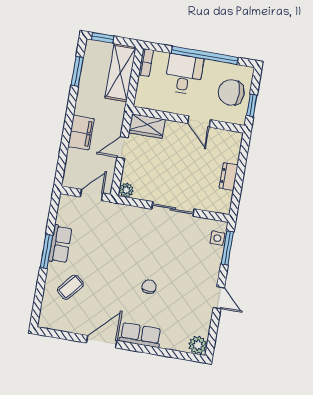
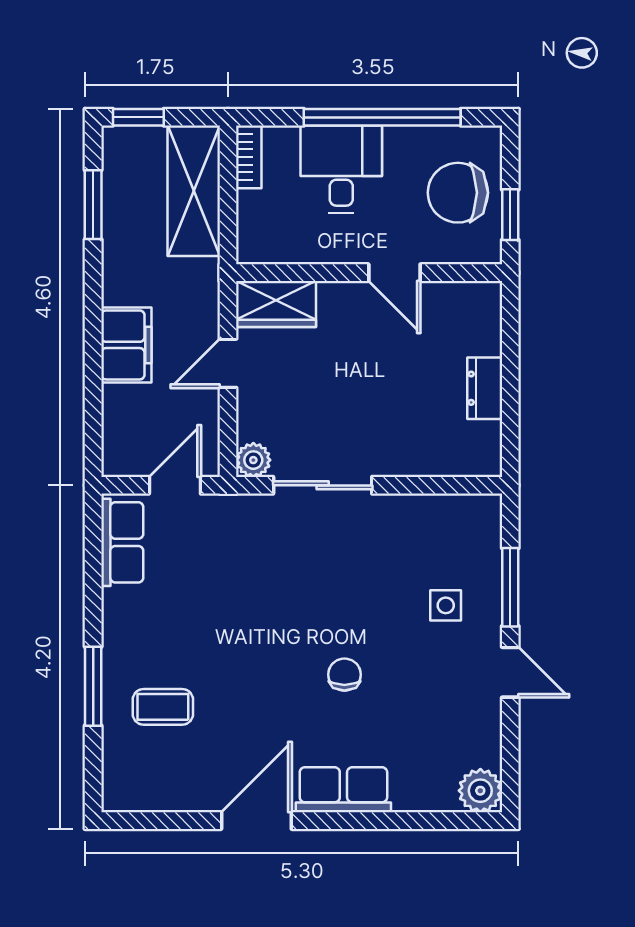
sliding door: (173, 209) -> (323, 485), moved
side table: (217, 238) -> (446, 605), moved
row of seats: (60, 244) -> (122, 542), moved
window: (227, 248) -> (510, 587), moved
window: (46, 251) -> (93, 686), moved
coffee table: (70, 287) -> (163, 707), turned 50

